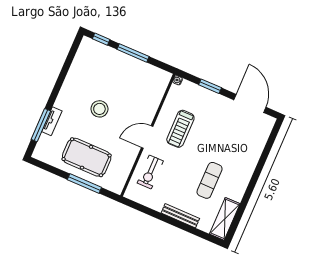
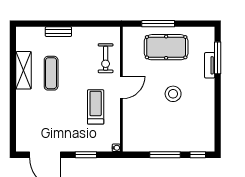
exercise bike: (150, 172) -> (106, 58), turned 180
bench: (180, 216) -> (58, 32), width x0.73
shelving: (225, 219) -> (23, 70), moved

